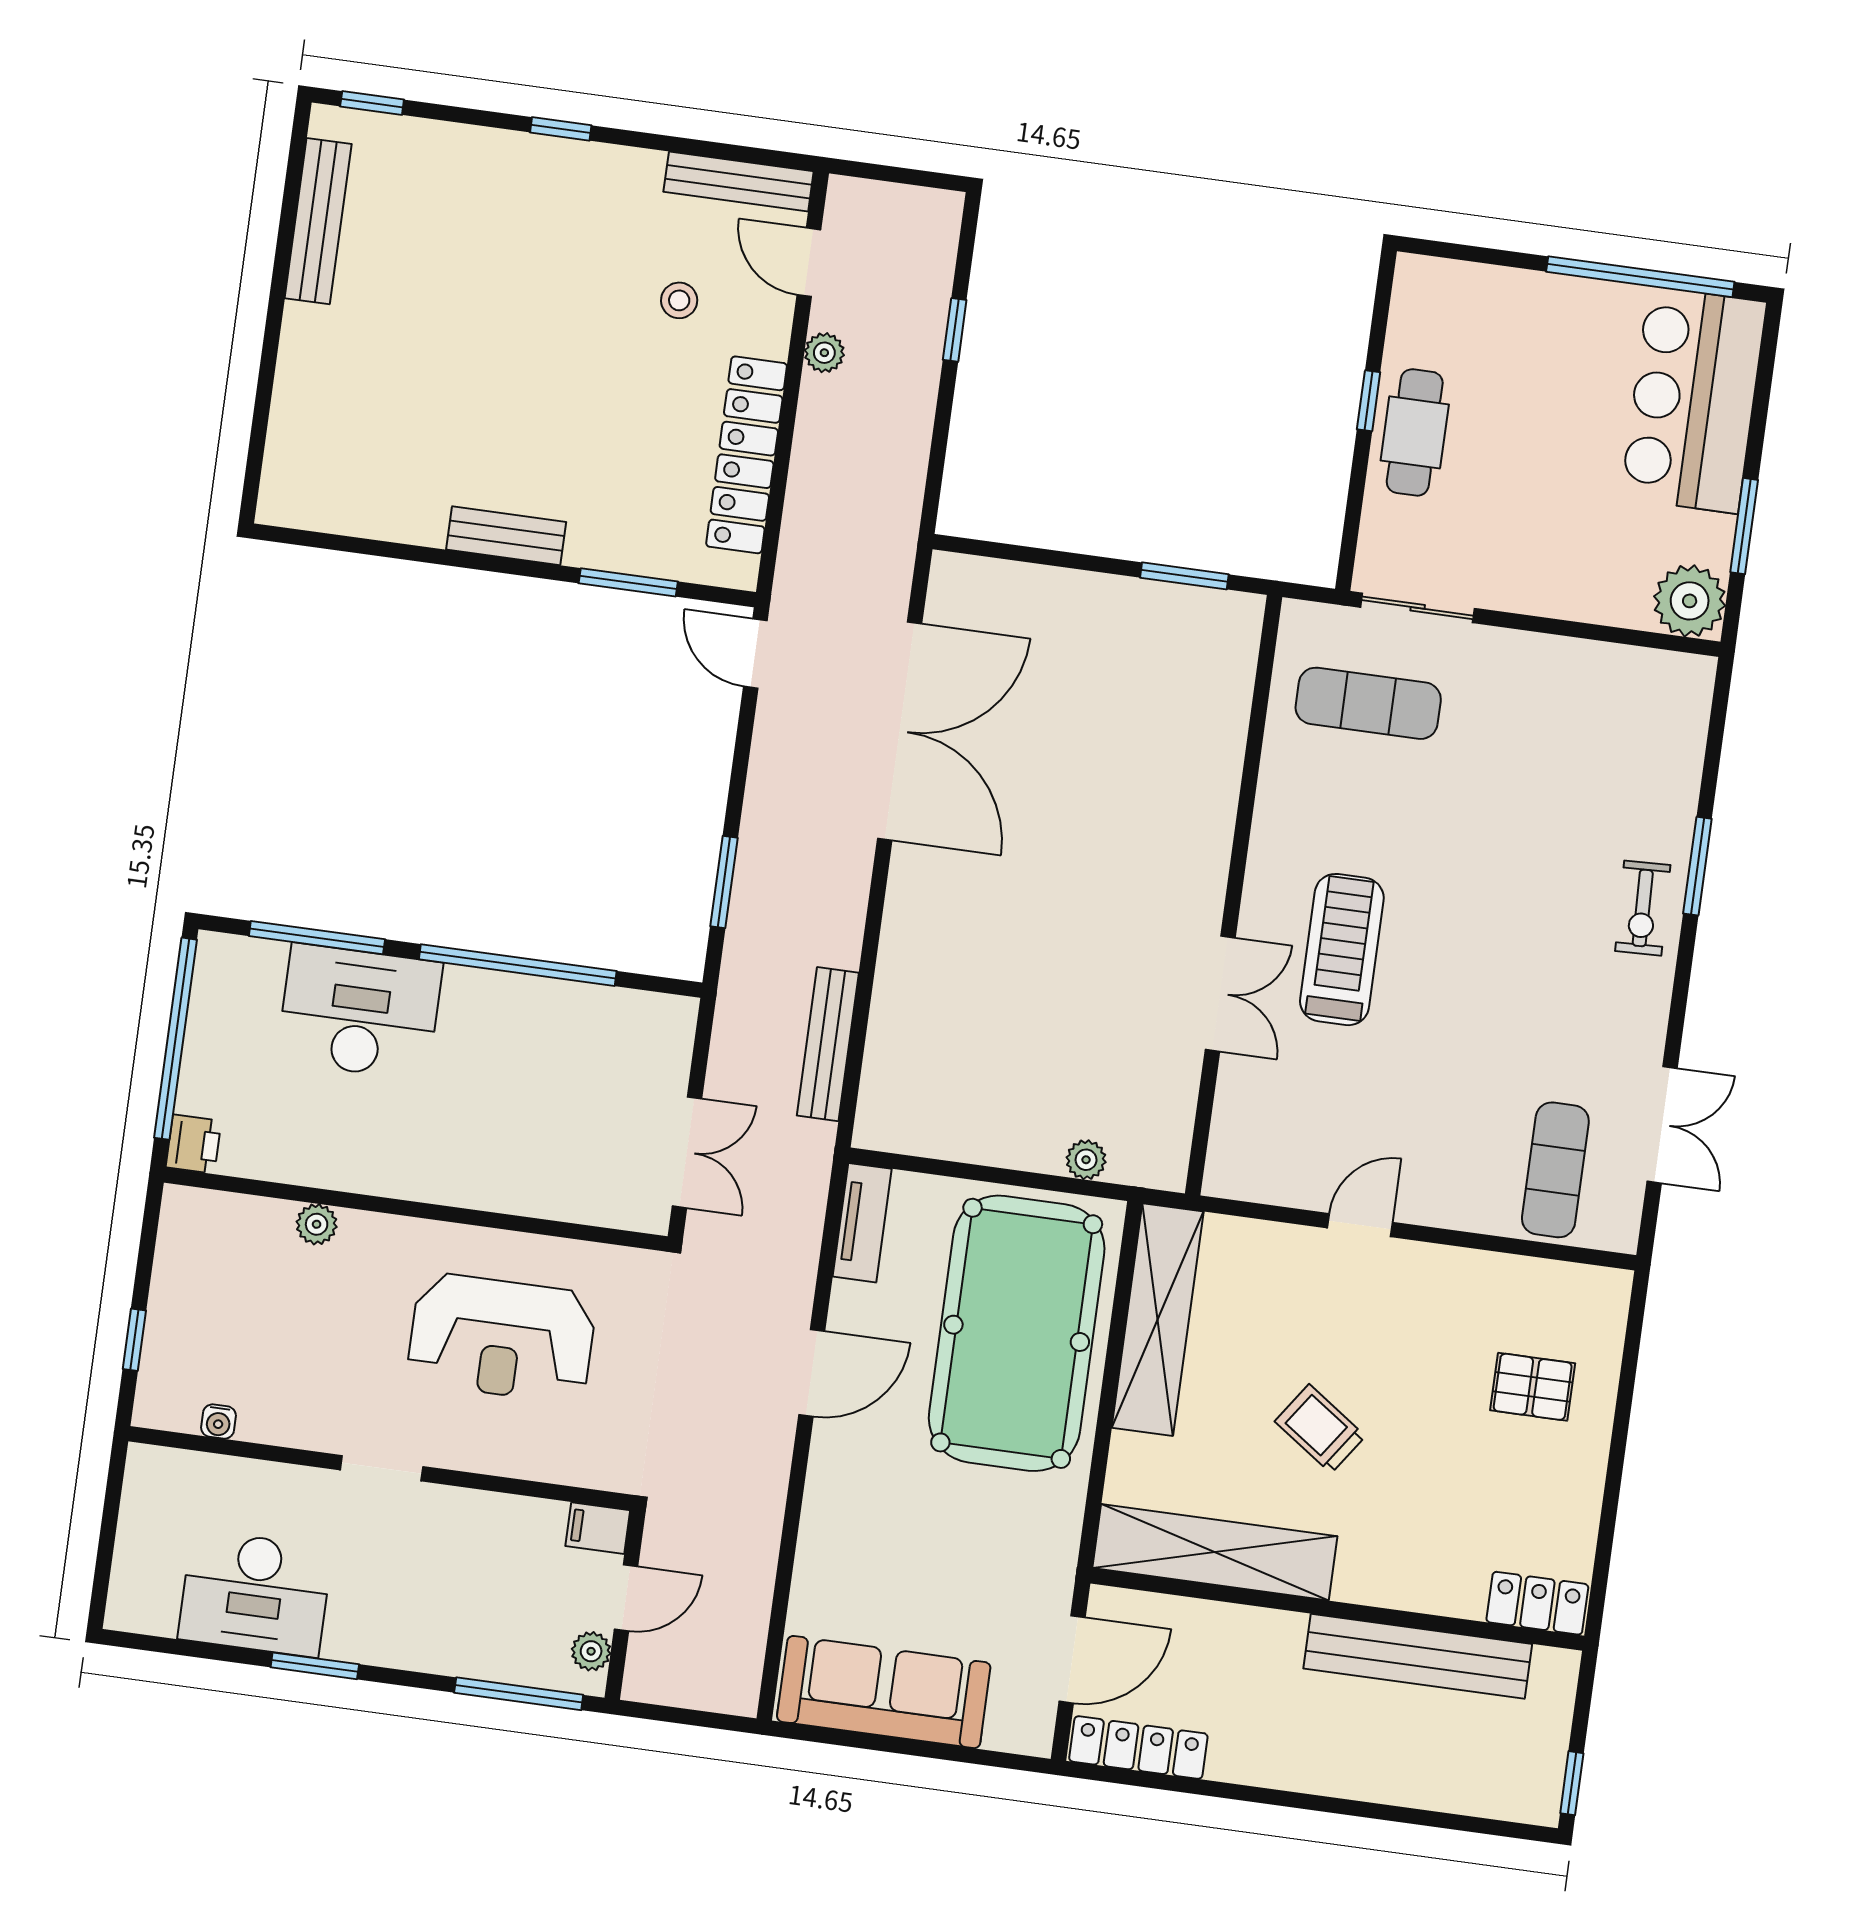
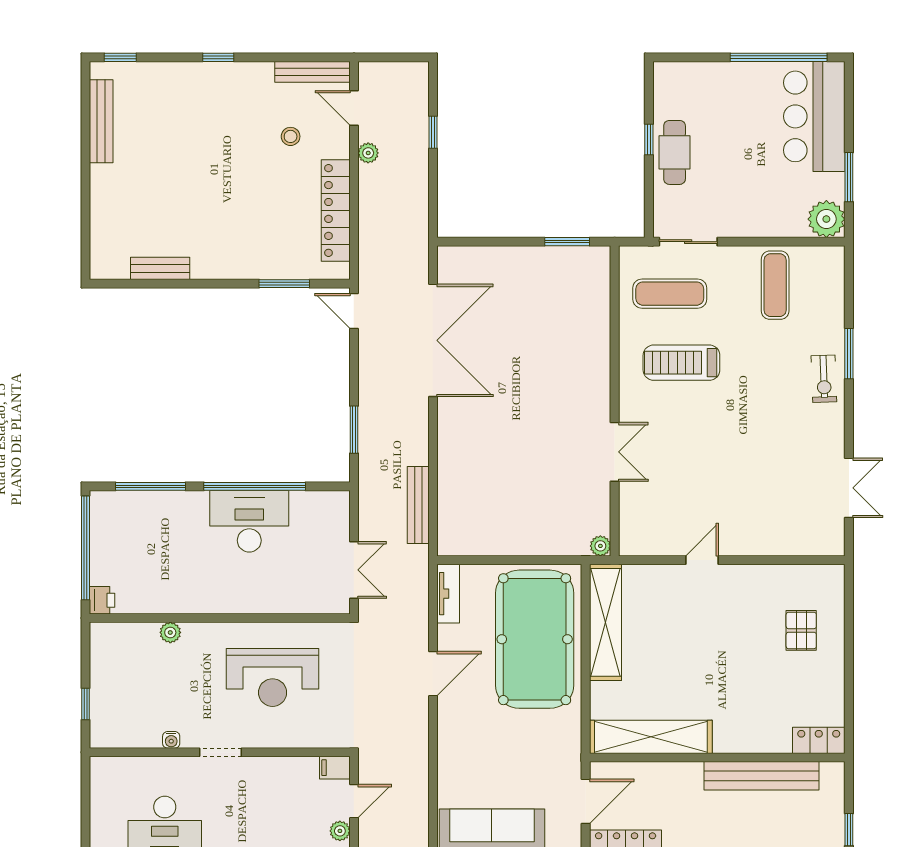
bench: (506, 536) -> (160, 268), moved
treadmill: (1342, 950) -> (681, 363), moved, turned -90
desk: (360, 1012) -> (249, 521), moved
plant: (1086, 1160) -> (600, 546), moved
exercise mat: (1555, 1170) -> (775, 285), moved
pallet: (1533, 1387) -> (801, 630), turned 90
water cooler: (218, 1422) -> (171, 740), moved
trolley: (1320, 1429) -> (696, 667), removed

